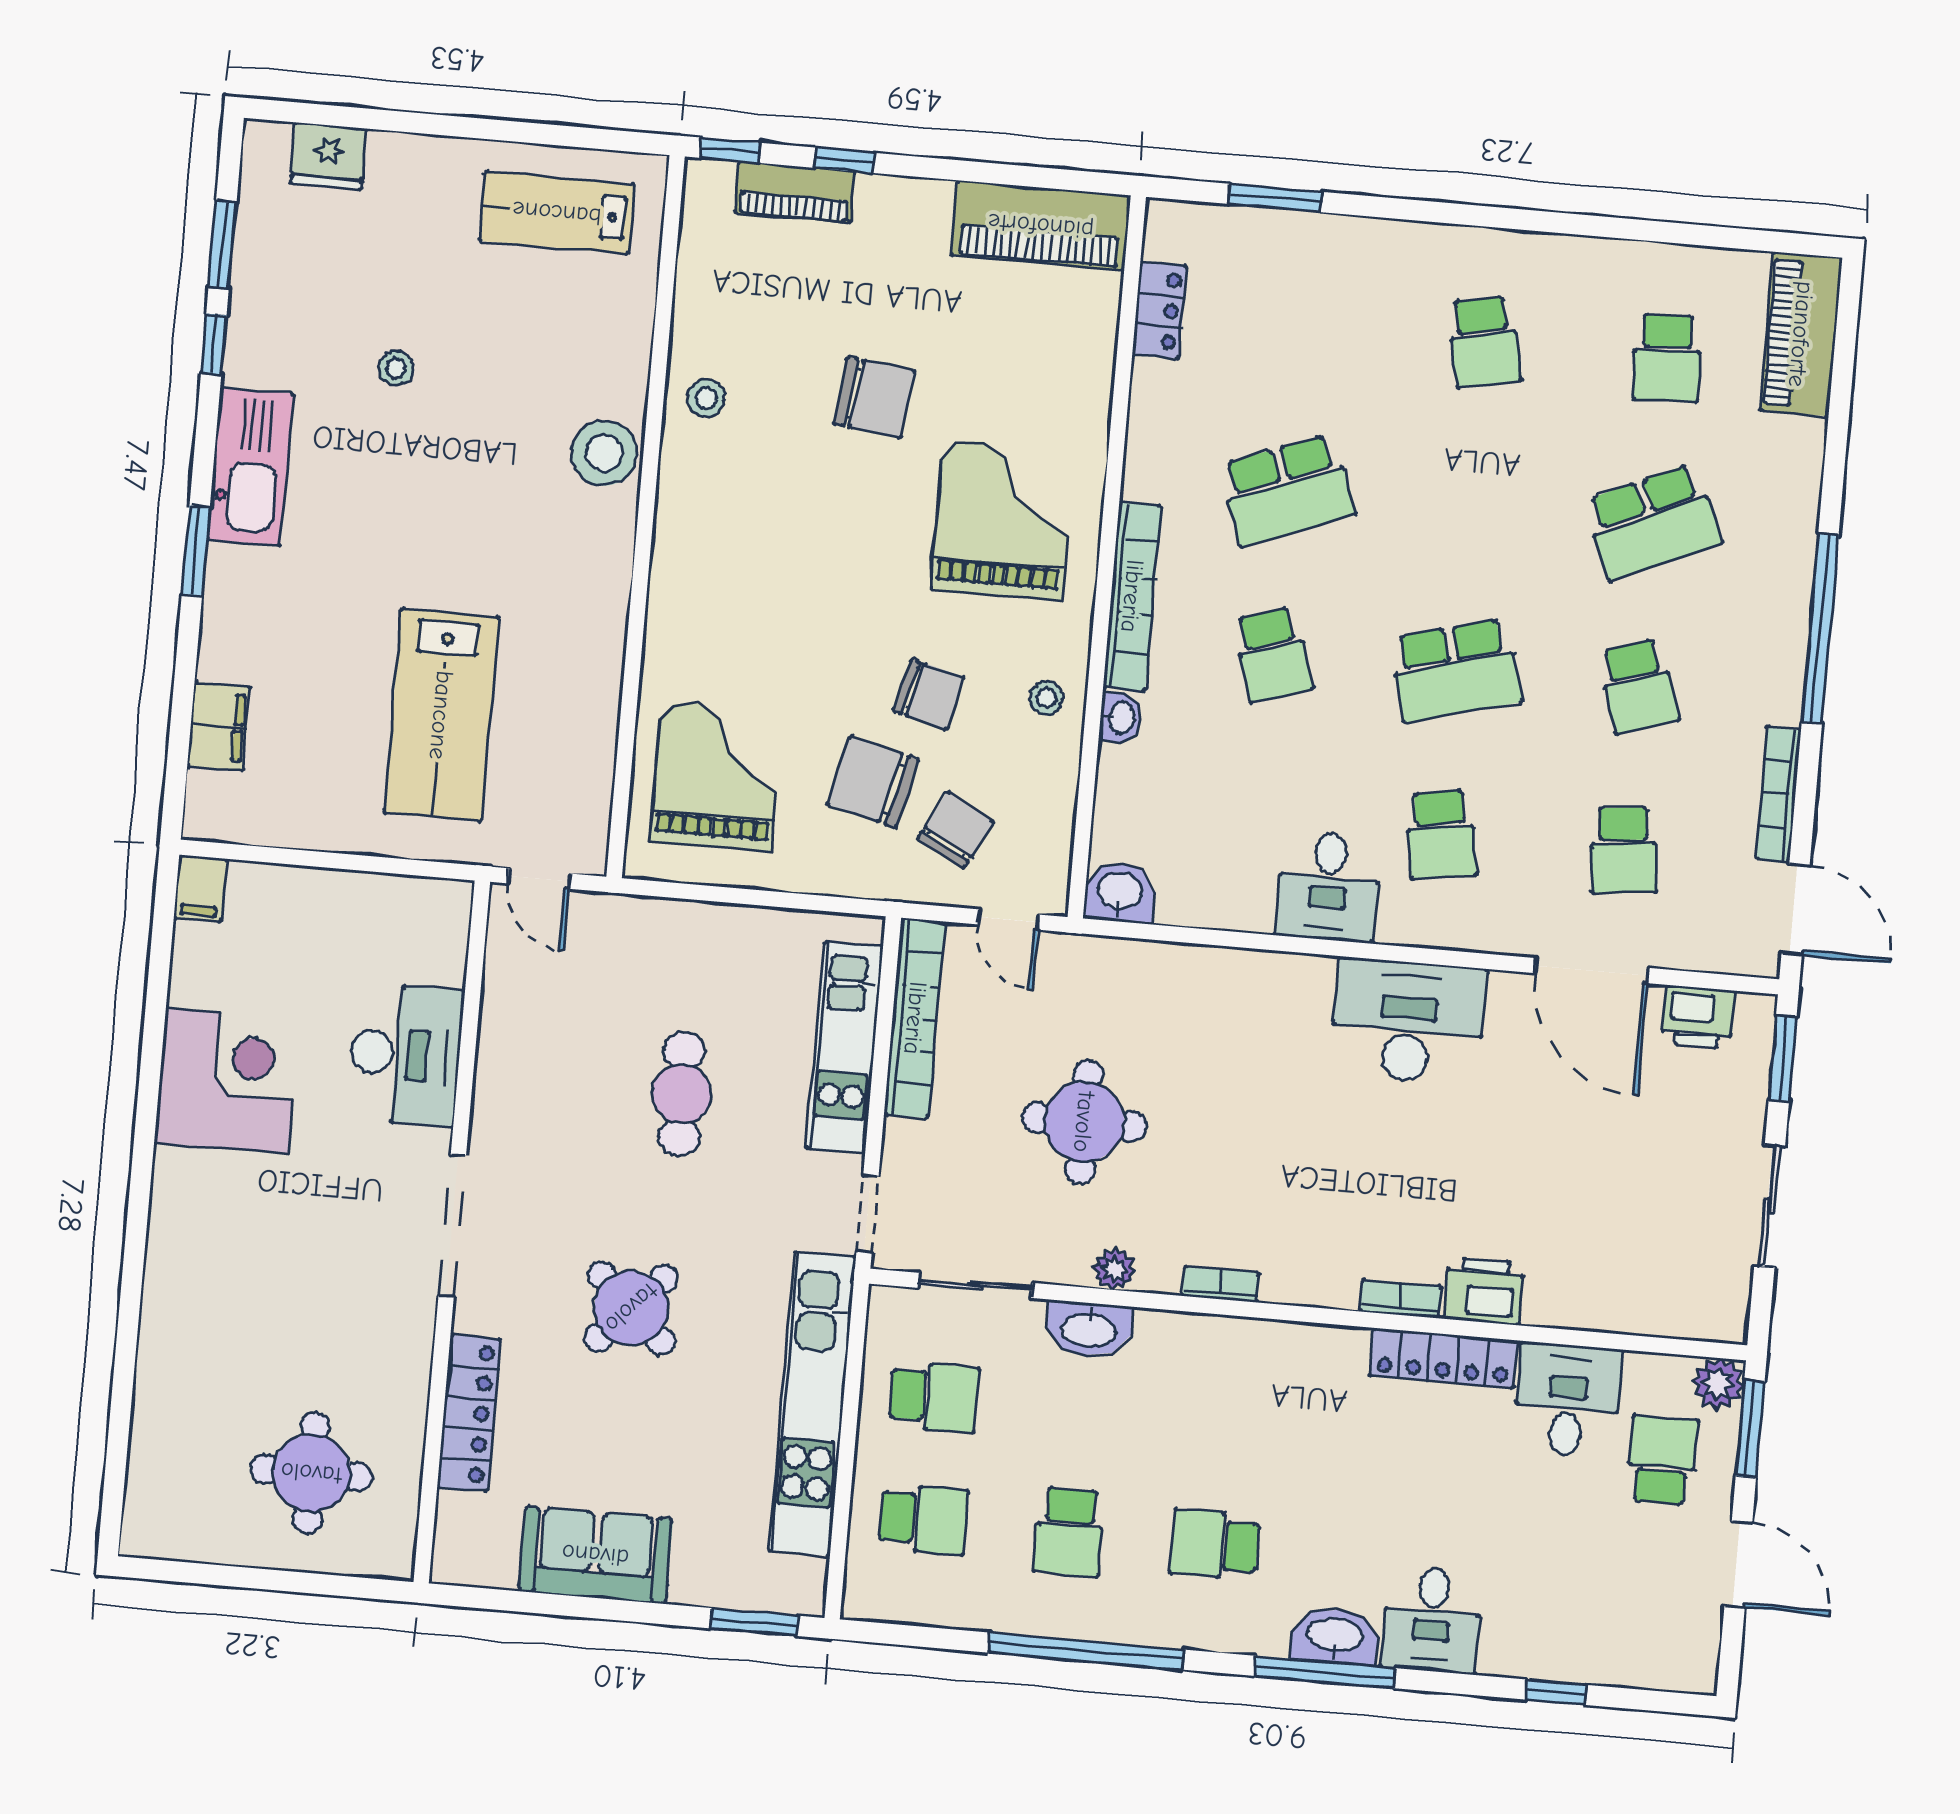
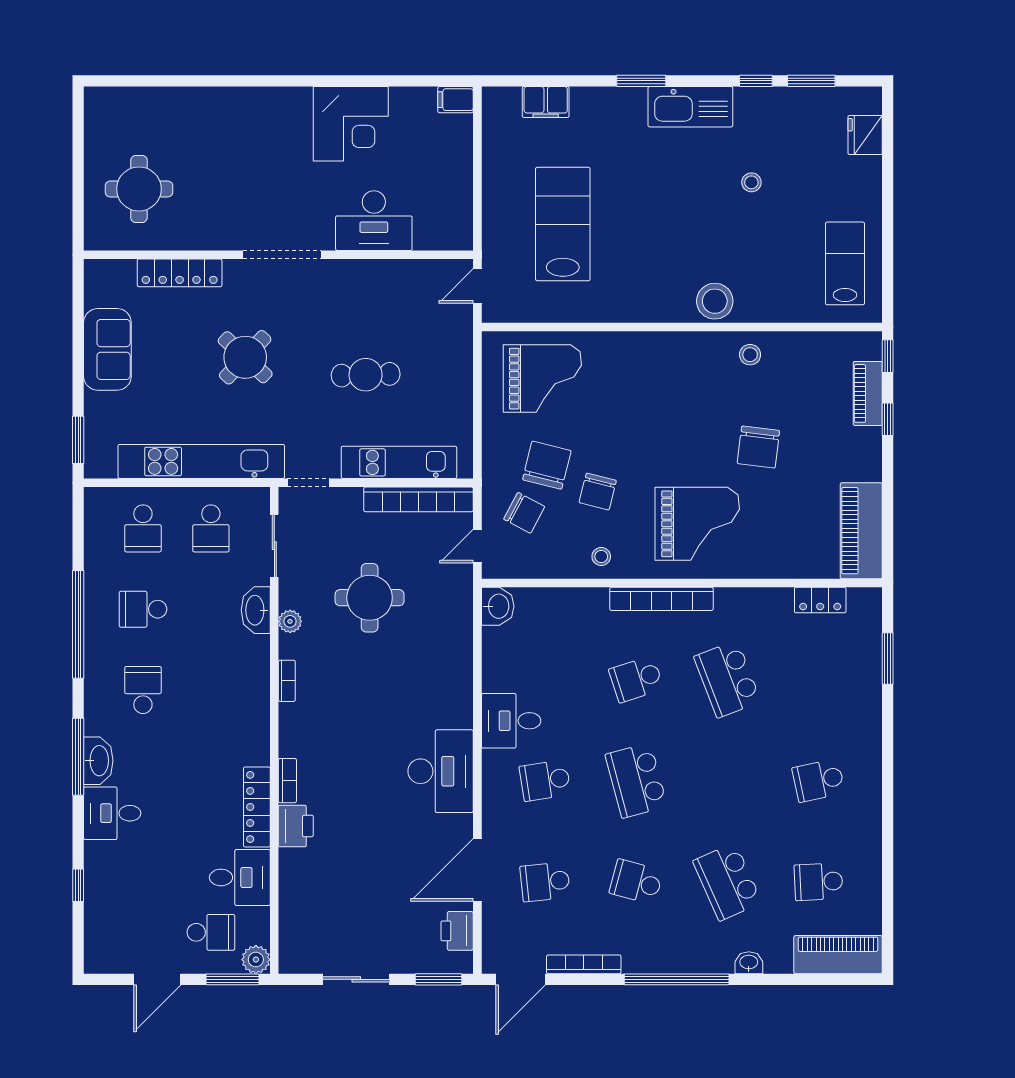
school desk: (1638, 686) -> (636, 882), turned 33
lab bench: (441, 715) -> (563, 224), turned 90
washbasin: (1120, 718) -> (749, 963), moved, turned 180

